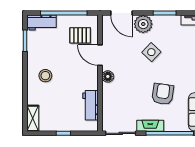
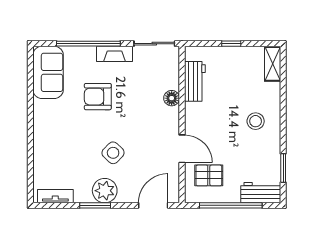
door: (122, 13) -> (153, 205), hinge flipped
plant: (143, 24) -> (105, 191), moved
floor lamp: (108, 76) -> (172, 98), moved
armchair: (163, 94) -> (98, 97), turned 82

